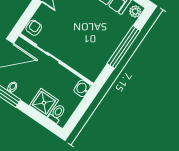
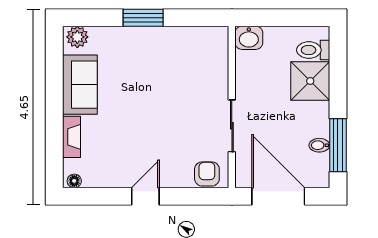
armchair: (34, 28) -> (207, 174), turned 90
window: (124, 47) -> (143, 18), width x0.47

